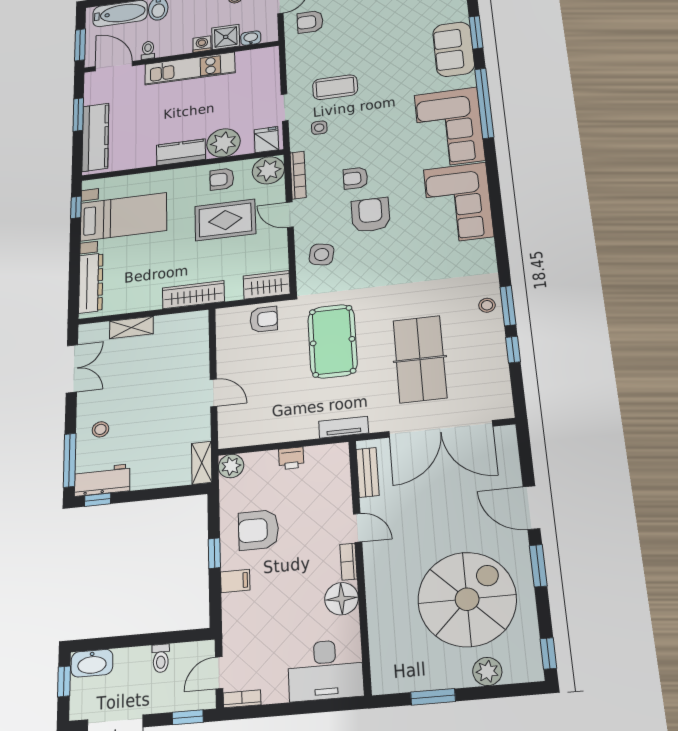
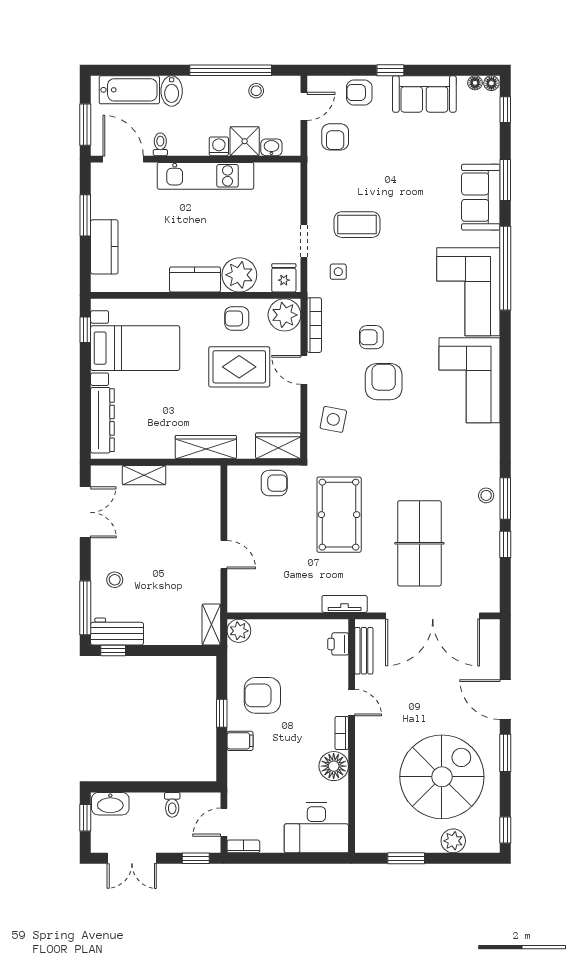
armchair: (310, 22) -> (335, 137), turned -90
kitchen counter: (95, 137) -> (104, 247), width x0.67
printer: (291, 458) -> (338, 644), moved, turned 90

